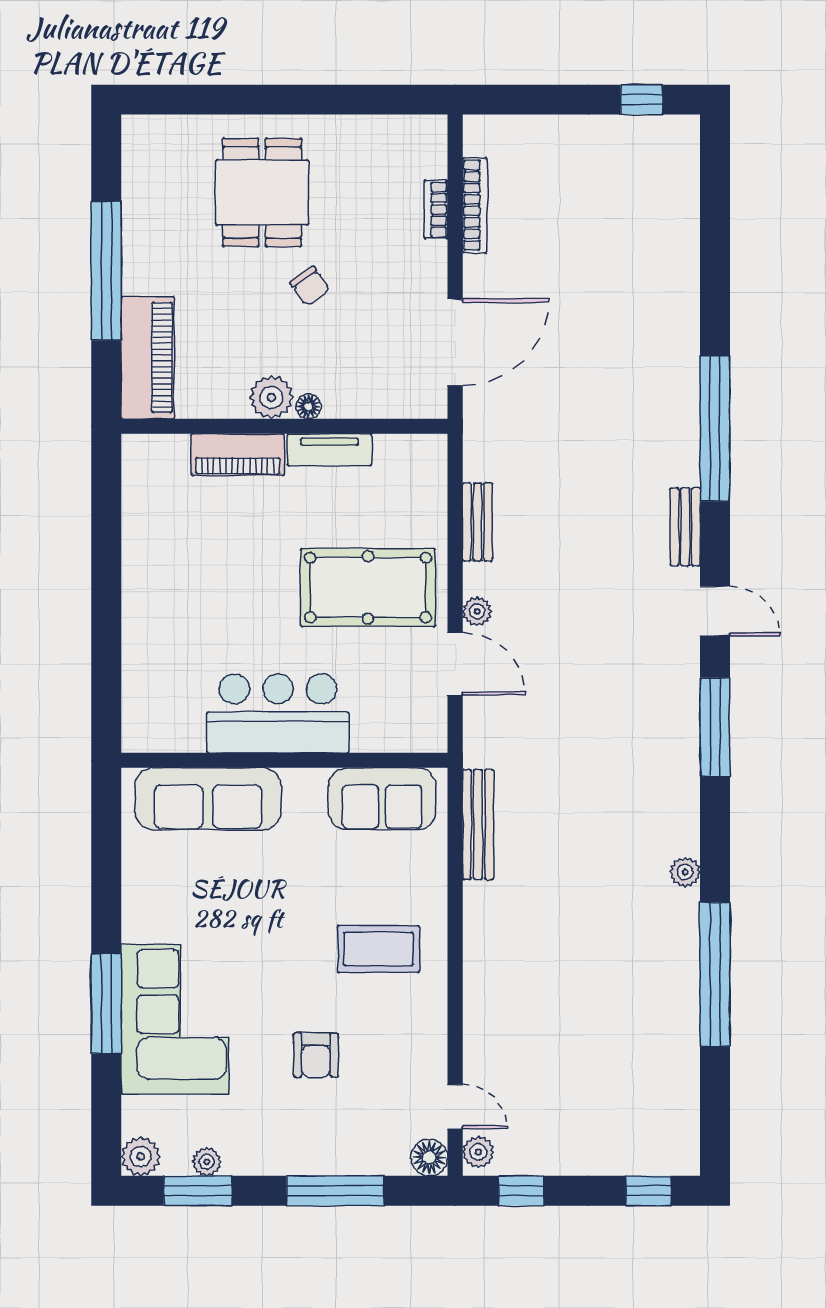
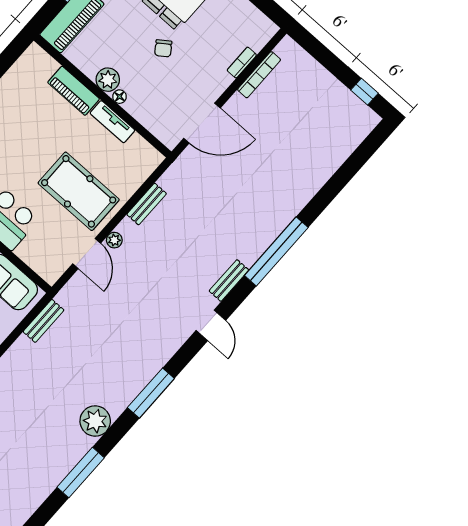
window: (715, 727) -> (151, 393), moved
bench: (478, 825) -> (44, 321), width x0.73
plant: (685, 872) -> (95, 421), width x1.87, depth x1.87
window: (715, 974) -> (81, 472), width x0.68

